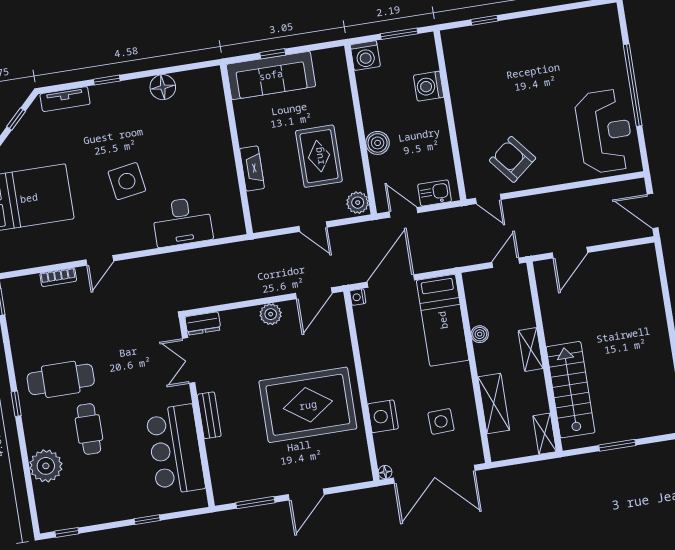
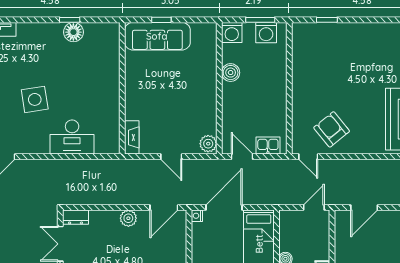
window: (107, 80) -> (70, 20), moved
washing machine: (429, 86) -> (266, 33), moved, turned -90
boiler: (378, 143) -> (231, 73), moved
rug: (319, 156) -> (184, 104), removed
fireplace: (252, 168) -> (132, 137), moved

